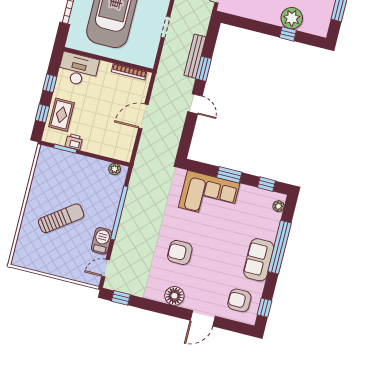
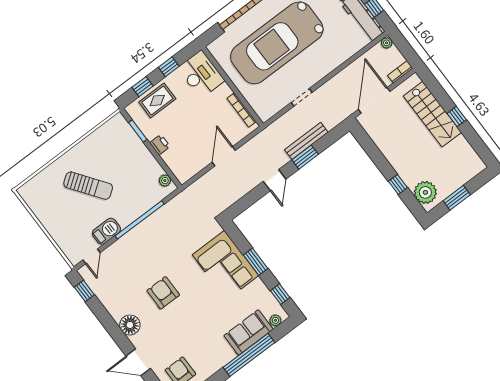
plant: (292, 18) -> (425, 192), moved
door: (143, 116) -> (224, 156), hinge flipped
printer: (74, 142) -> (160, 145), moved
sofa: (259, 260) -> (248, 332), moved
door: (105, 268) -> (91, 256), swing flipped

